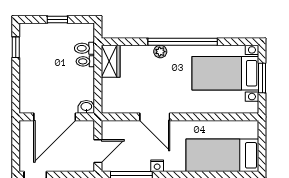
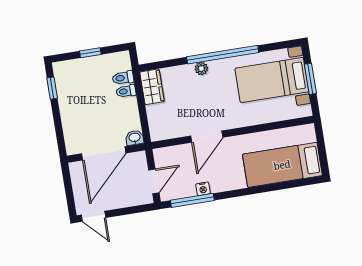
door: (155, 117) -> (207, 137), hinge flipped
nightstand: (157, 166) -> (203, 189), moved

